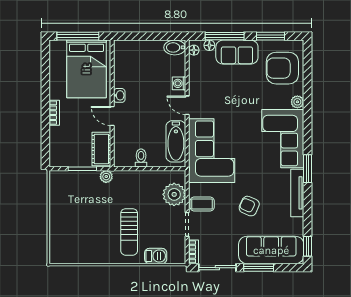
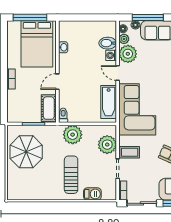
bidet: (175, 47) -> (108, 43), moved
plant: (195, 63) -> (124, 39), added
plant: (200, 81) -> (128, 54), added
washbasin: (119, 95) -> (63, 47), moved
door: (112, 116) -> (57, 82), hinge flipped
toilet: (141, 158) -> (63, 115), moved
plant: (106, 177) -> (73, 135), moved, width x1.87, depth x1.87
parasol: (73, 203) -> (26, 152), added
sun lounger: (129, 232) -> (71, 175), turned 180

